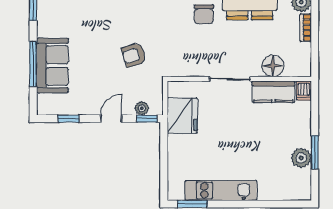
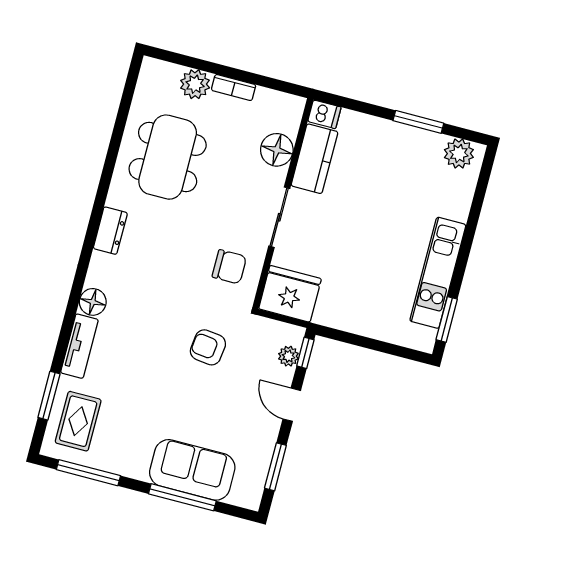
chair: (204, 14) -> (229, 267), moved
armchair: (134, 55) -> (208, 347), turned 114
fridge: (182, 116) -> (290, 294), moved
window: (68, 119) -> (275, 467), width x1.50
plant: (301, 158) -> (459, 154), moved

